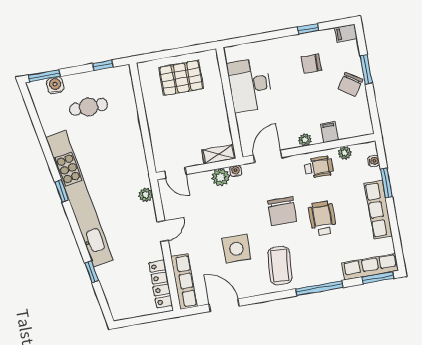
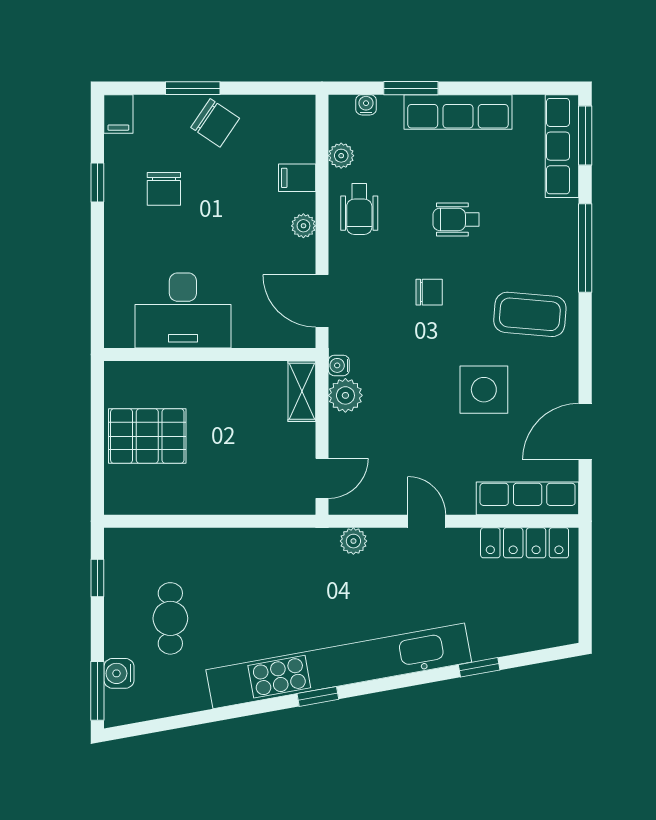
pallet: (181, 78) -> (147, 436), turned 90
wheelchair: (319, 167) -> (359, 209), turned 180
chair: (282, 211) -> (429, 292), width x0.54, depth x0.54
wheelchair: (322, 218) -> (456, 219), width x0.73, depth x0.73

